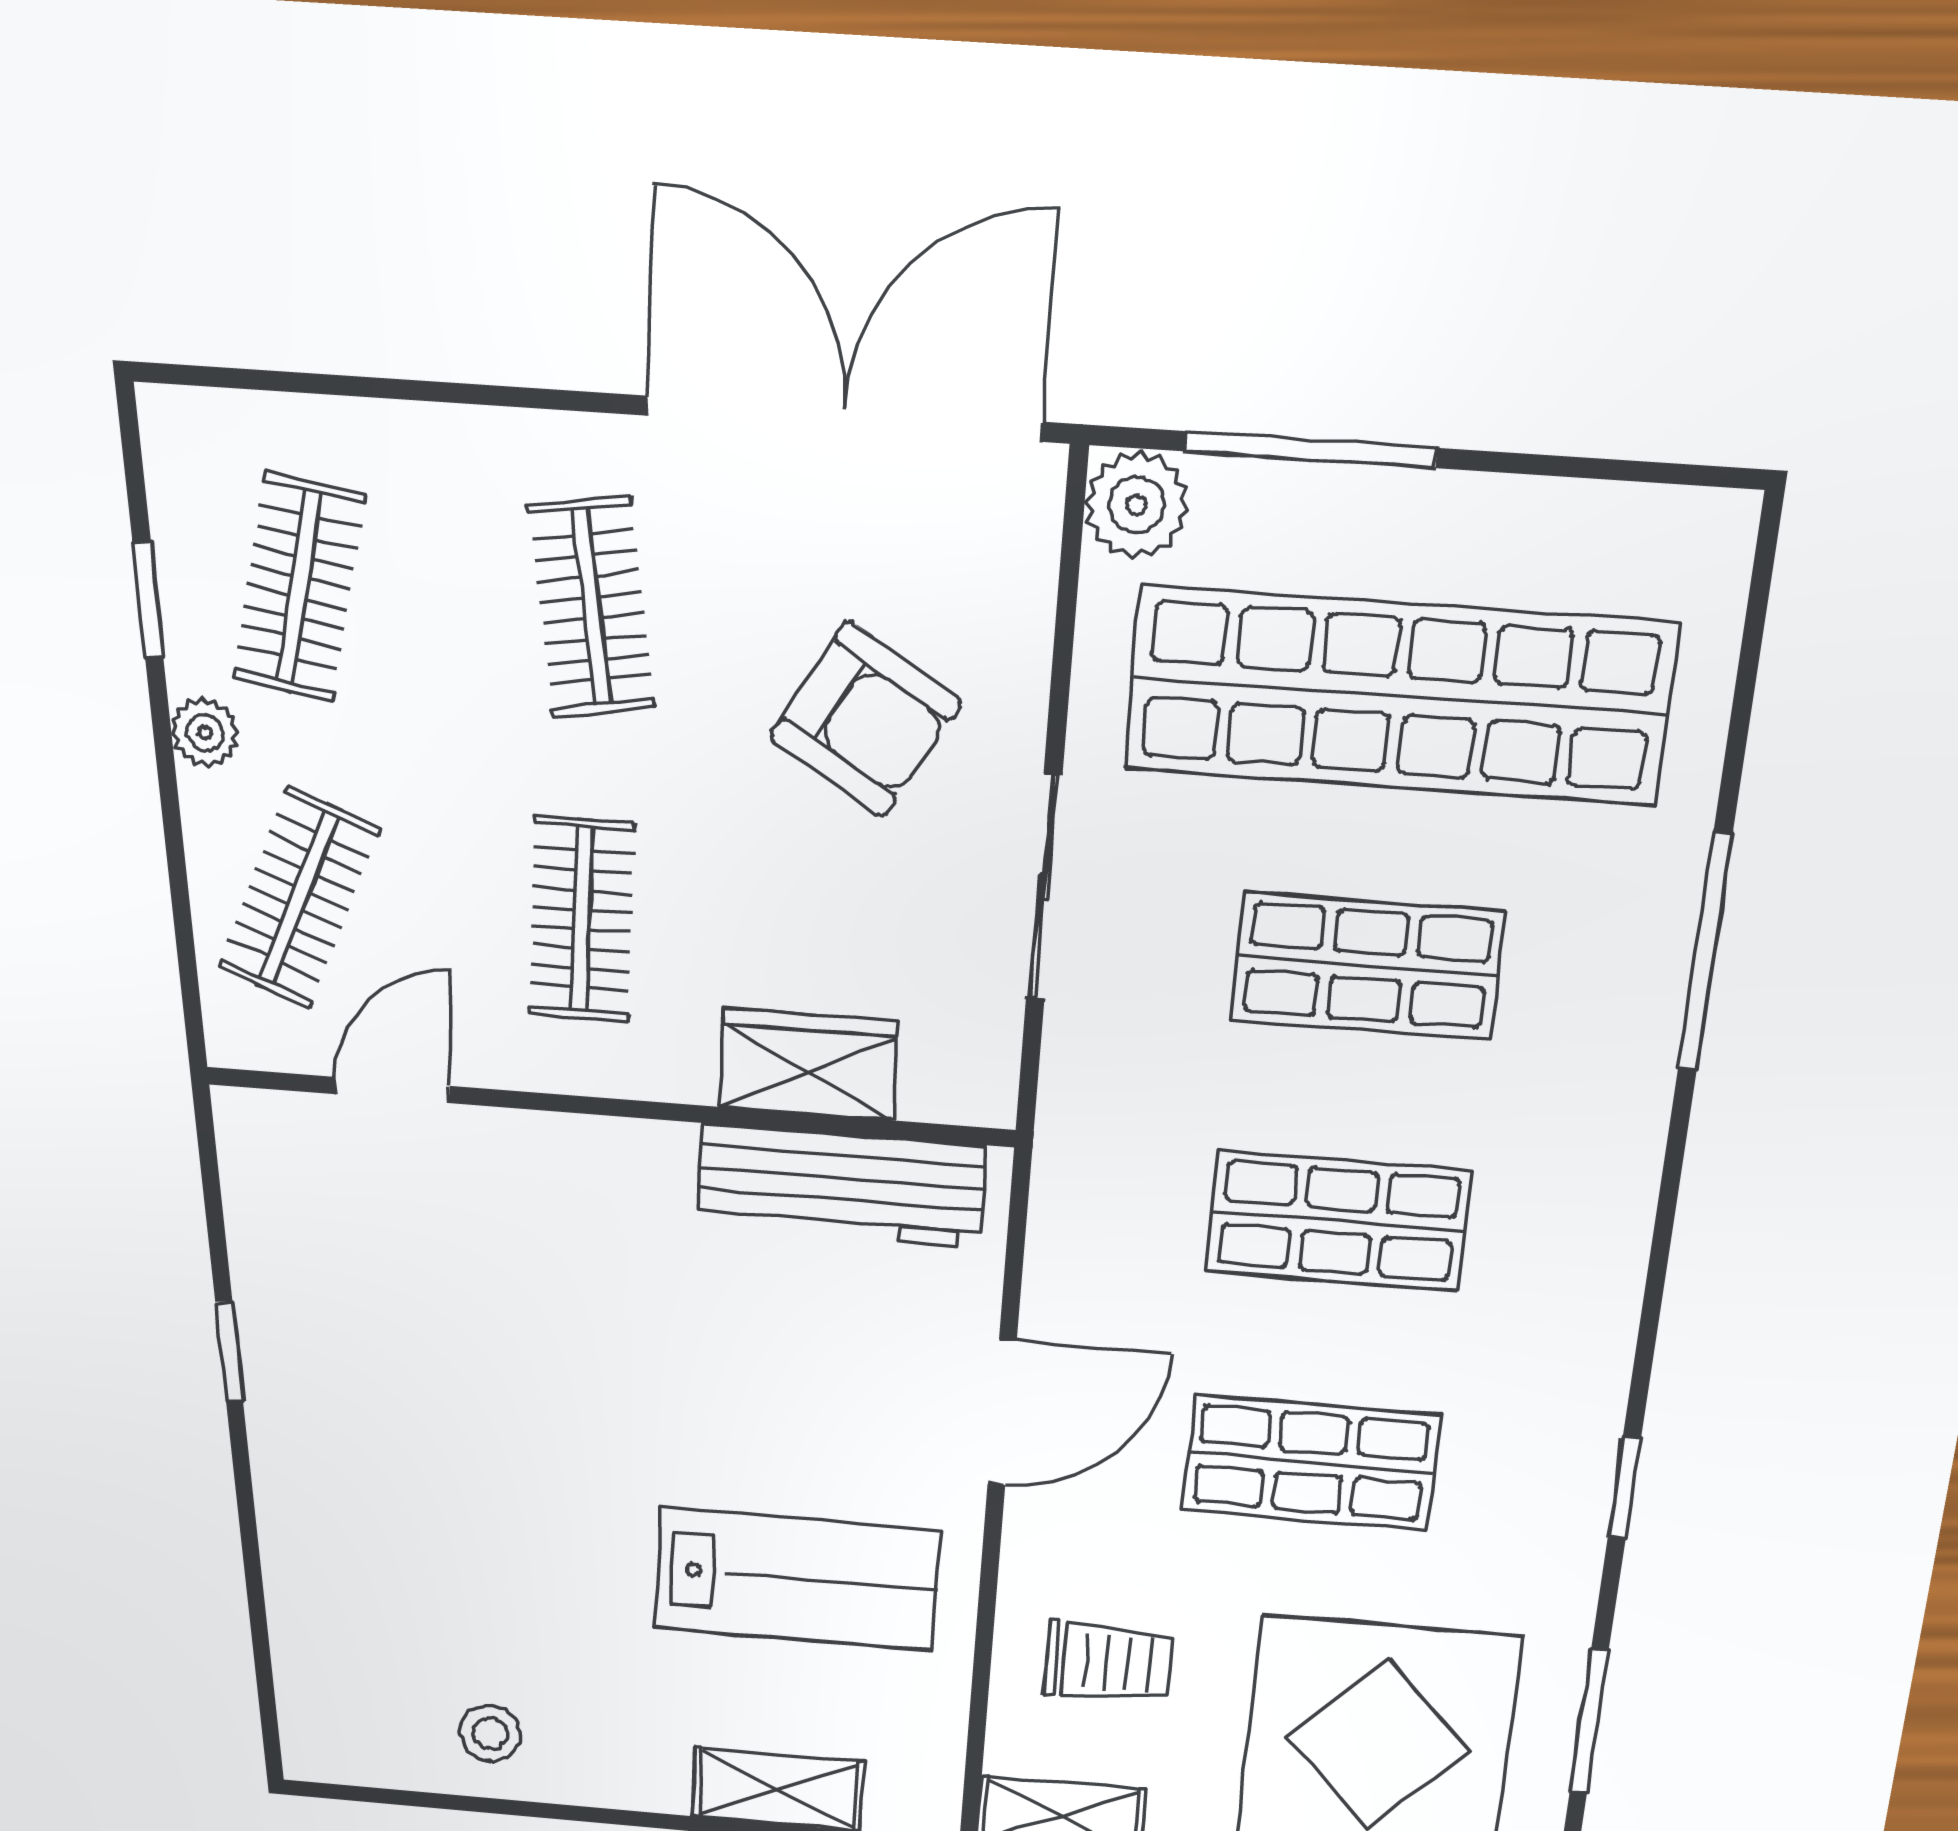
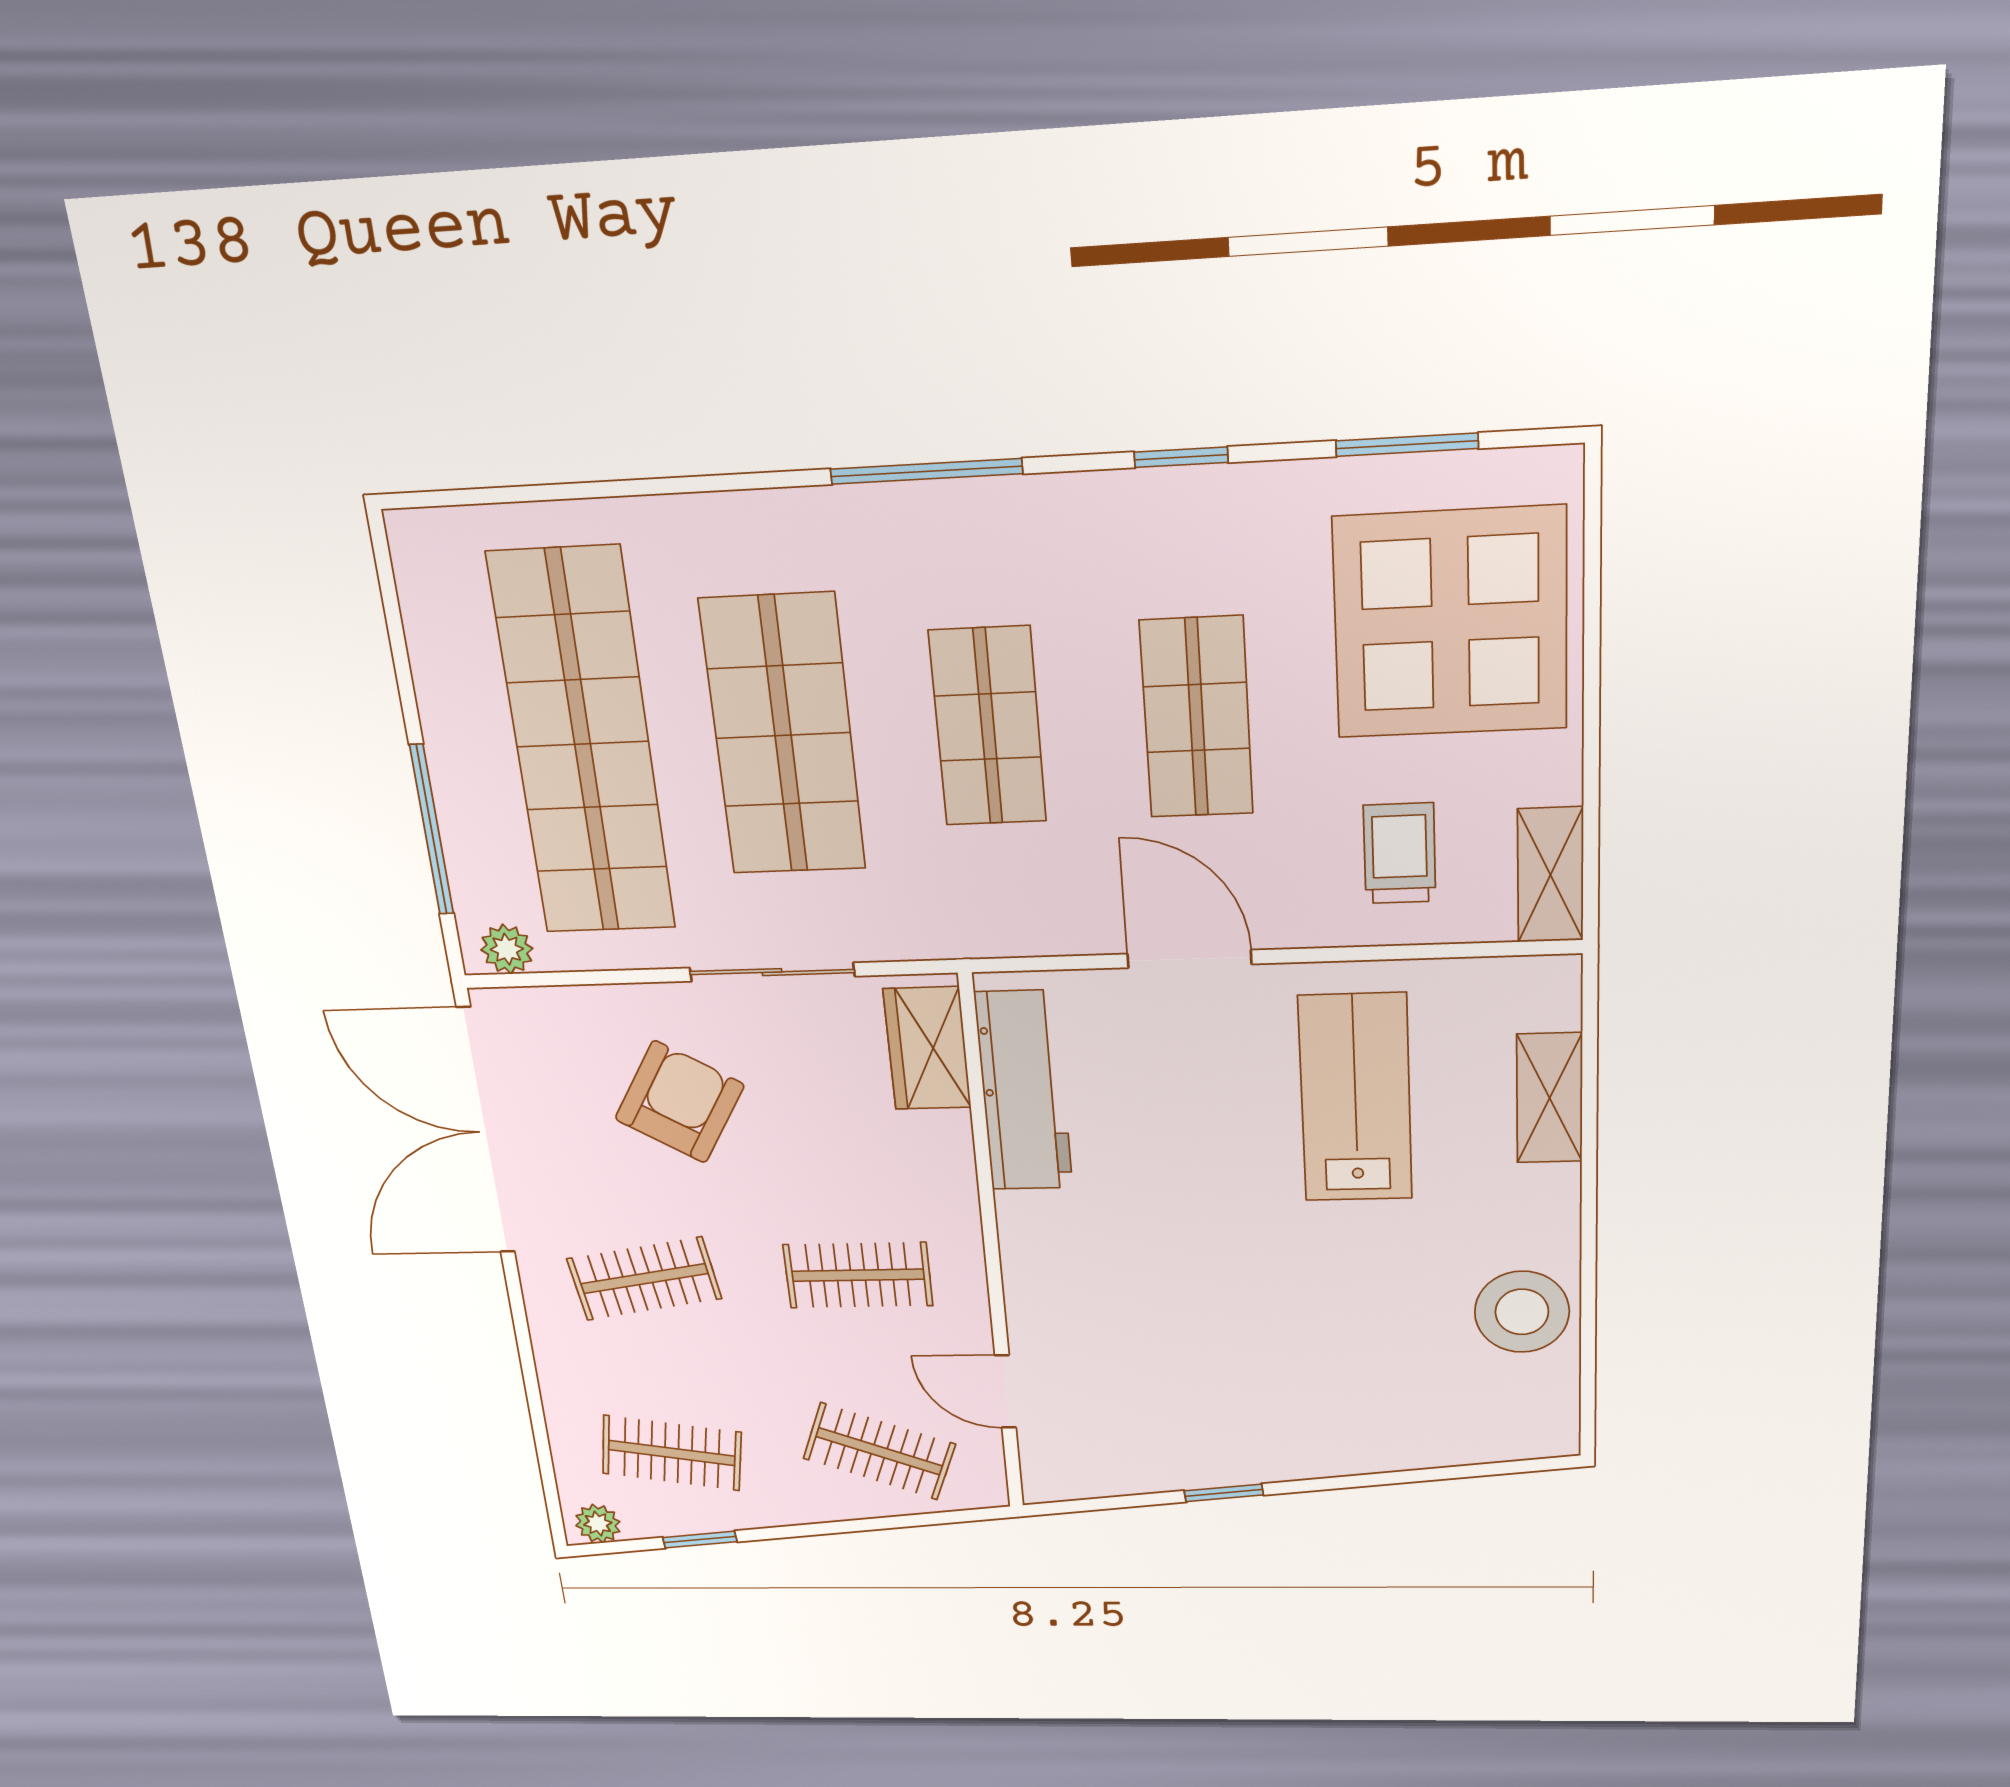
plant: (1137, 505) -> (507, 949), width x0.73, depth x0.73
plant: (205, 733) -> (598, 1524), moved
window: (1705, 952) -> (926, 471), moved
shop shelf: (1368, 966) -> (783, 735), width x1.43, depth x1.36
wardrobe: (808, 1064) -> (927, 1048), moved
stool: (490, 1733) -> (1522, 1312), width x1.89, depth x1.89

